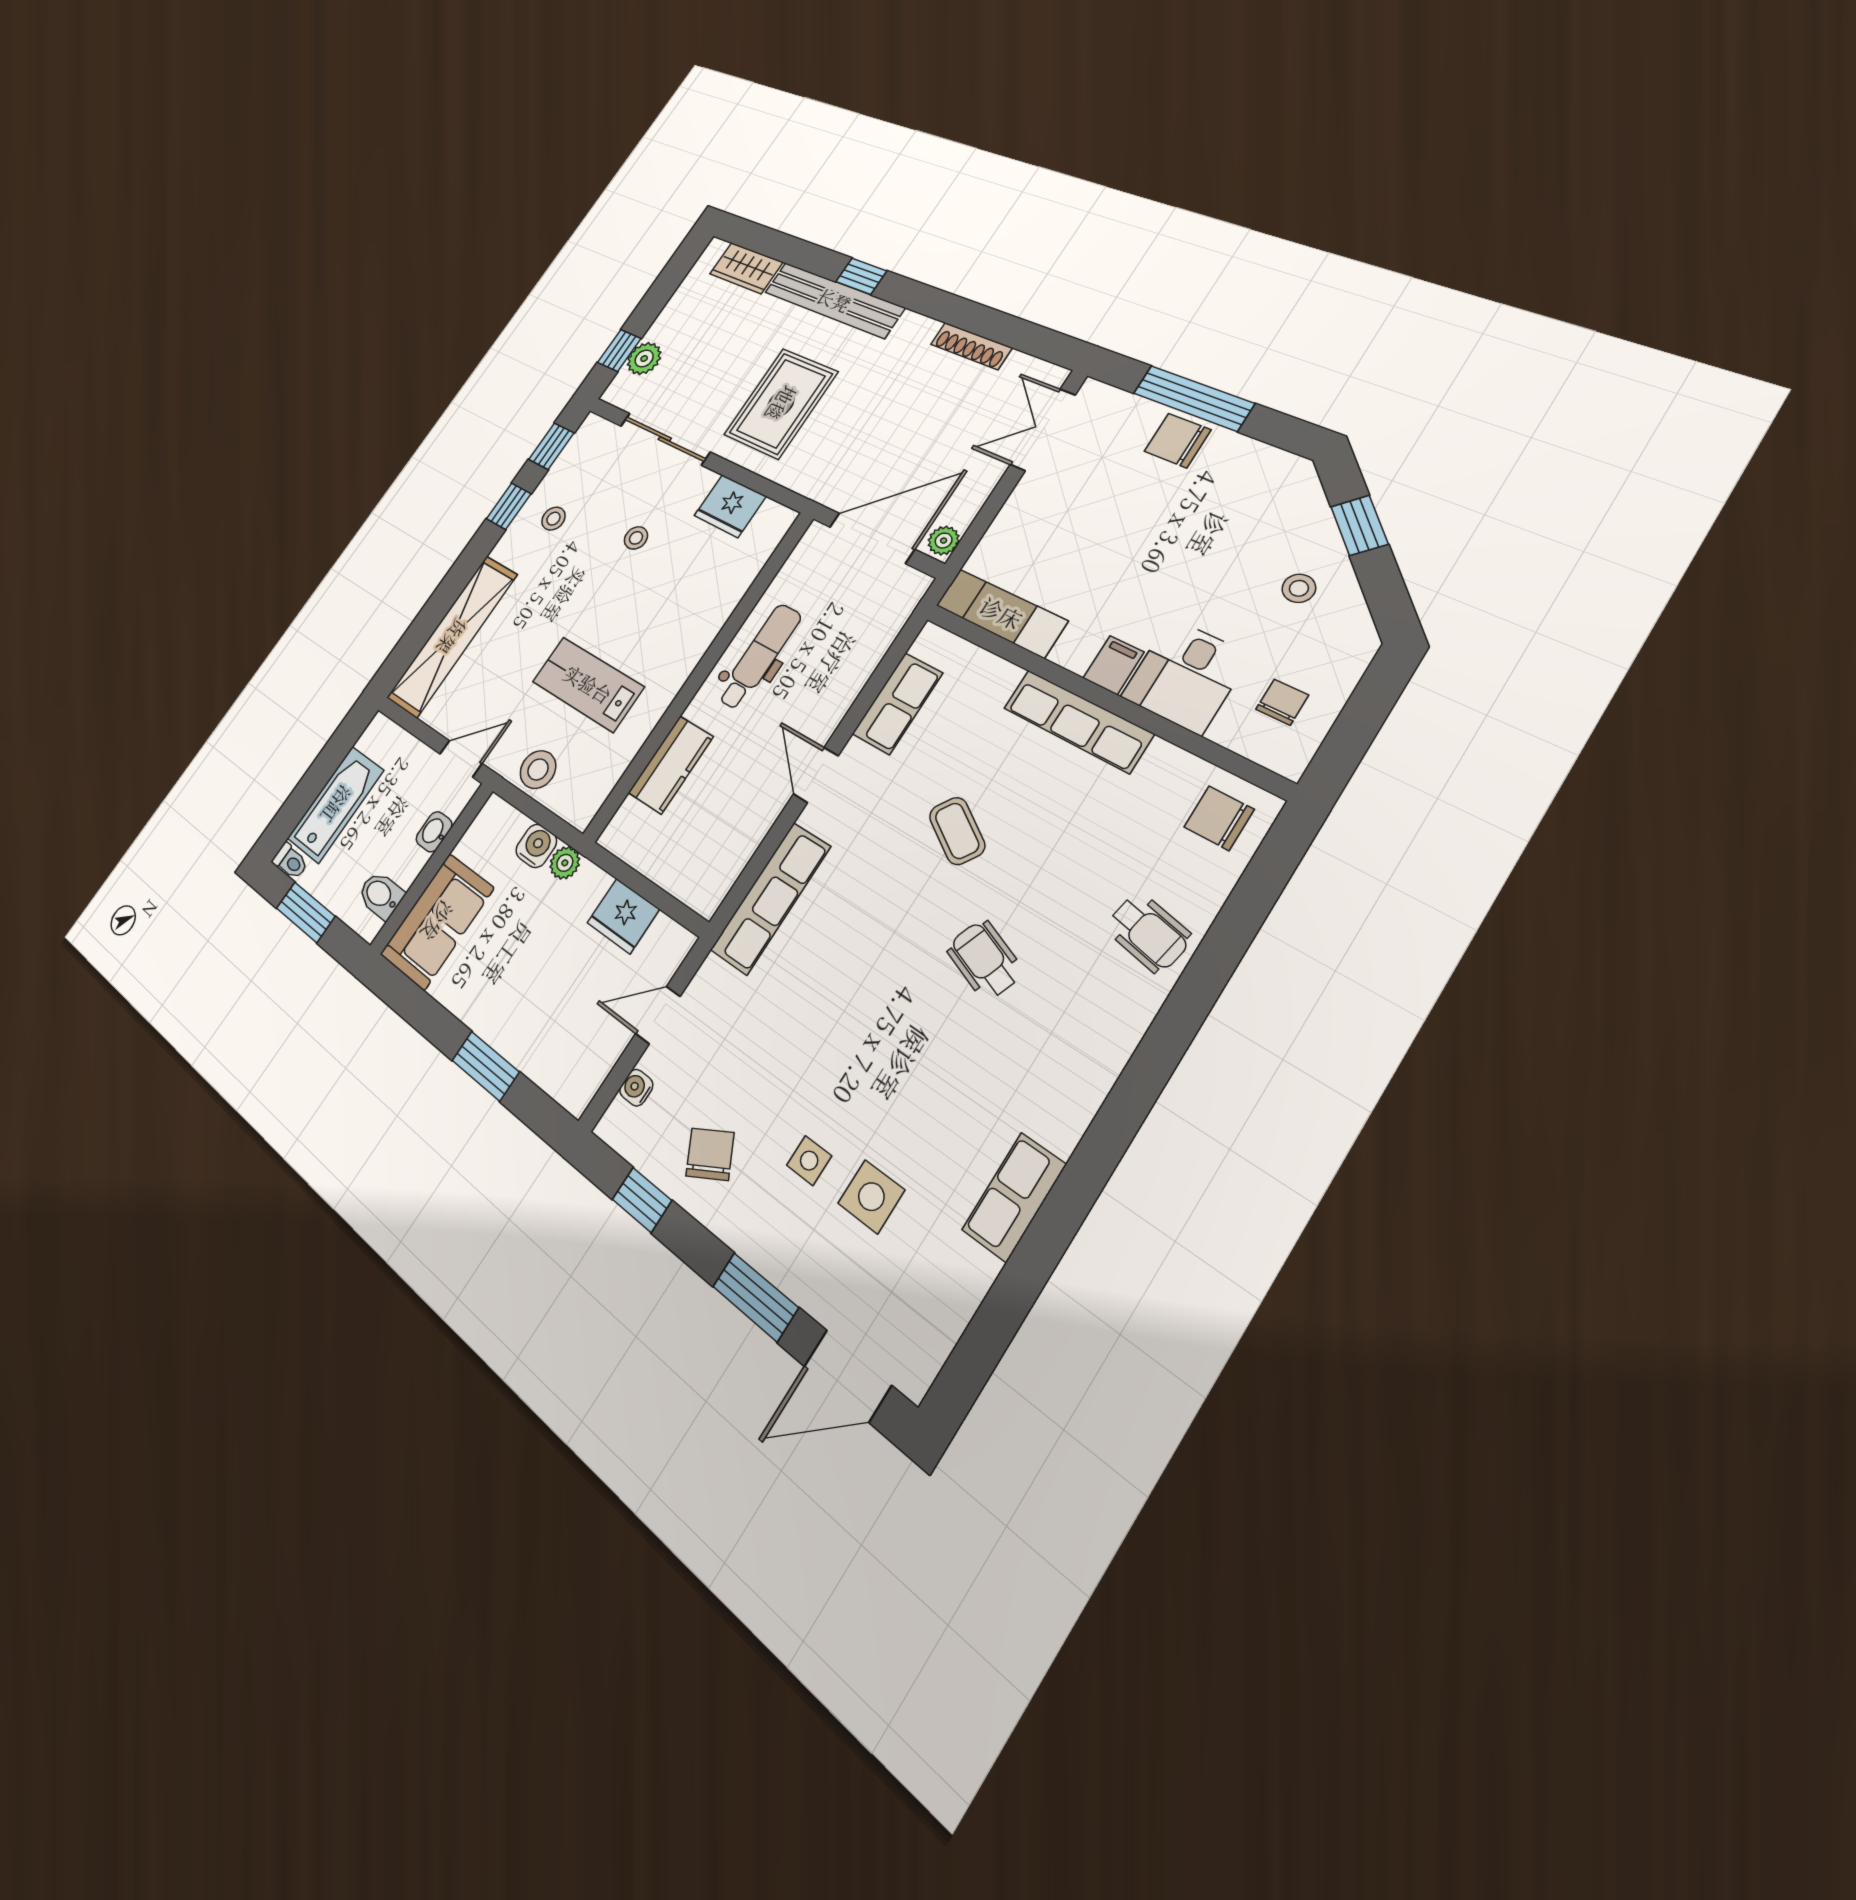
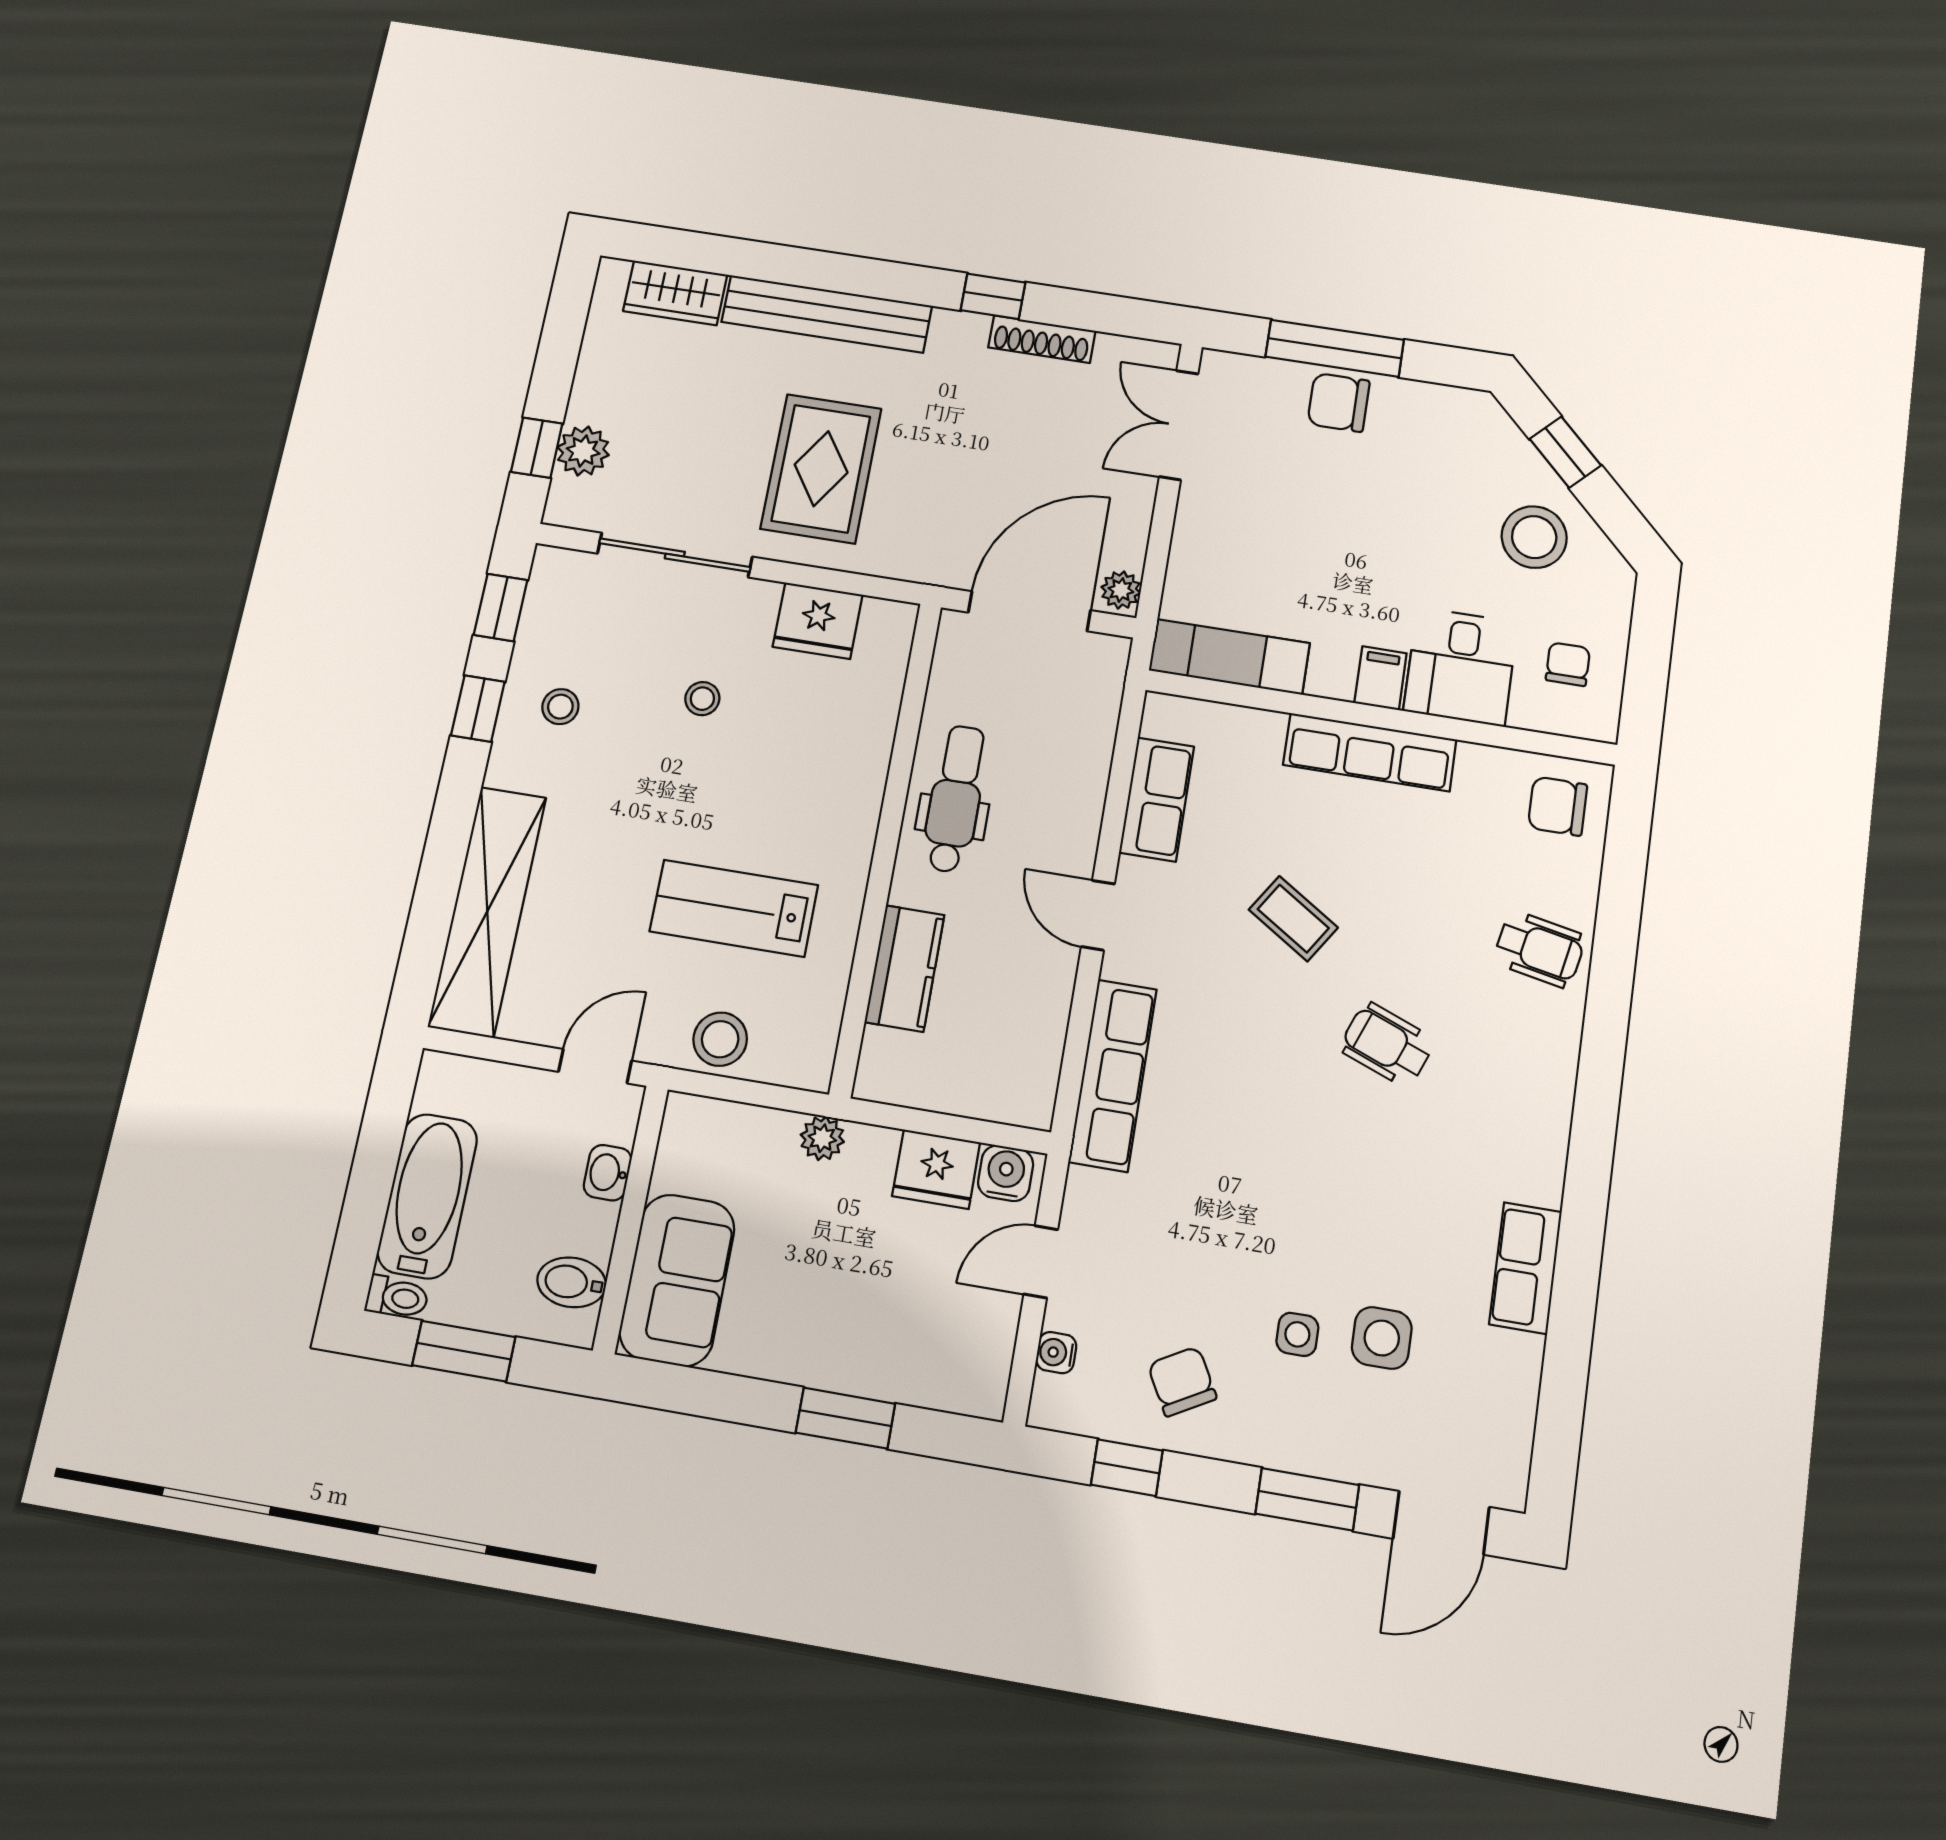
window: (861, 276) -> (993, 296), moved
stool: (1299, 588) -> (1534, 537), width x1.89, depth x1.89
water cooler: (536, 846) -> (1006, 1173), moved

